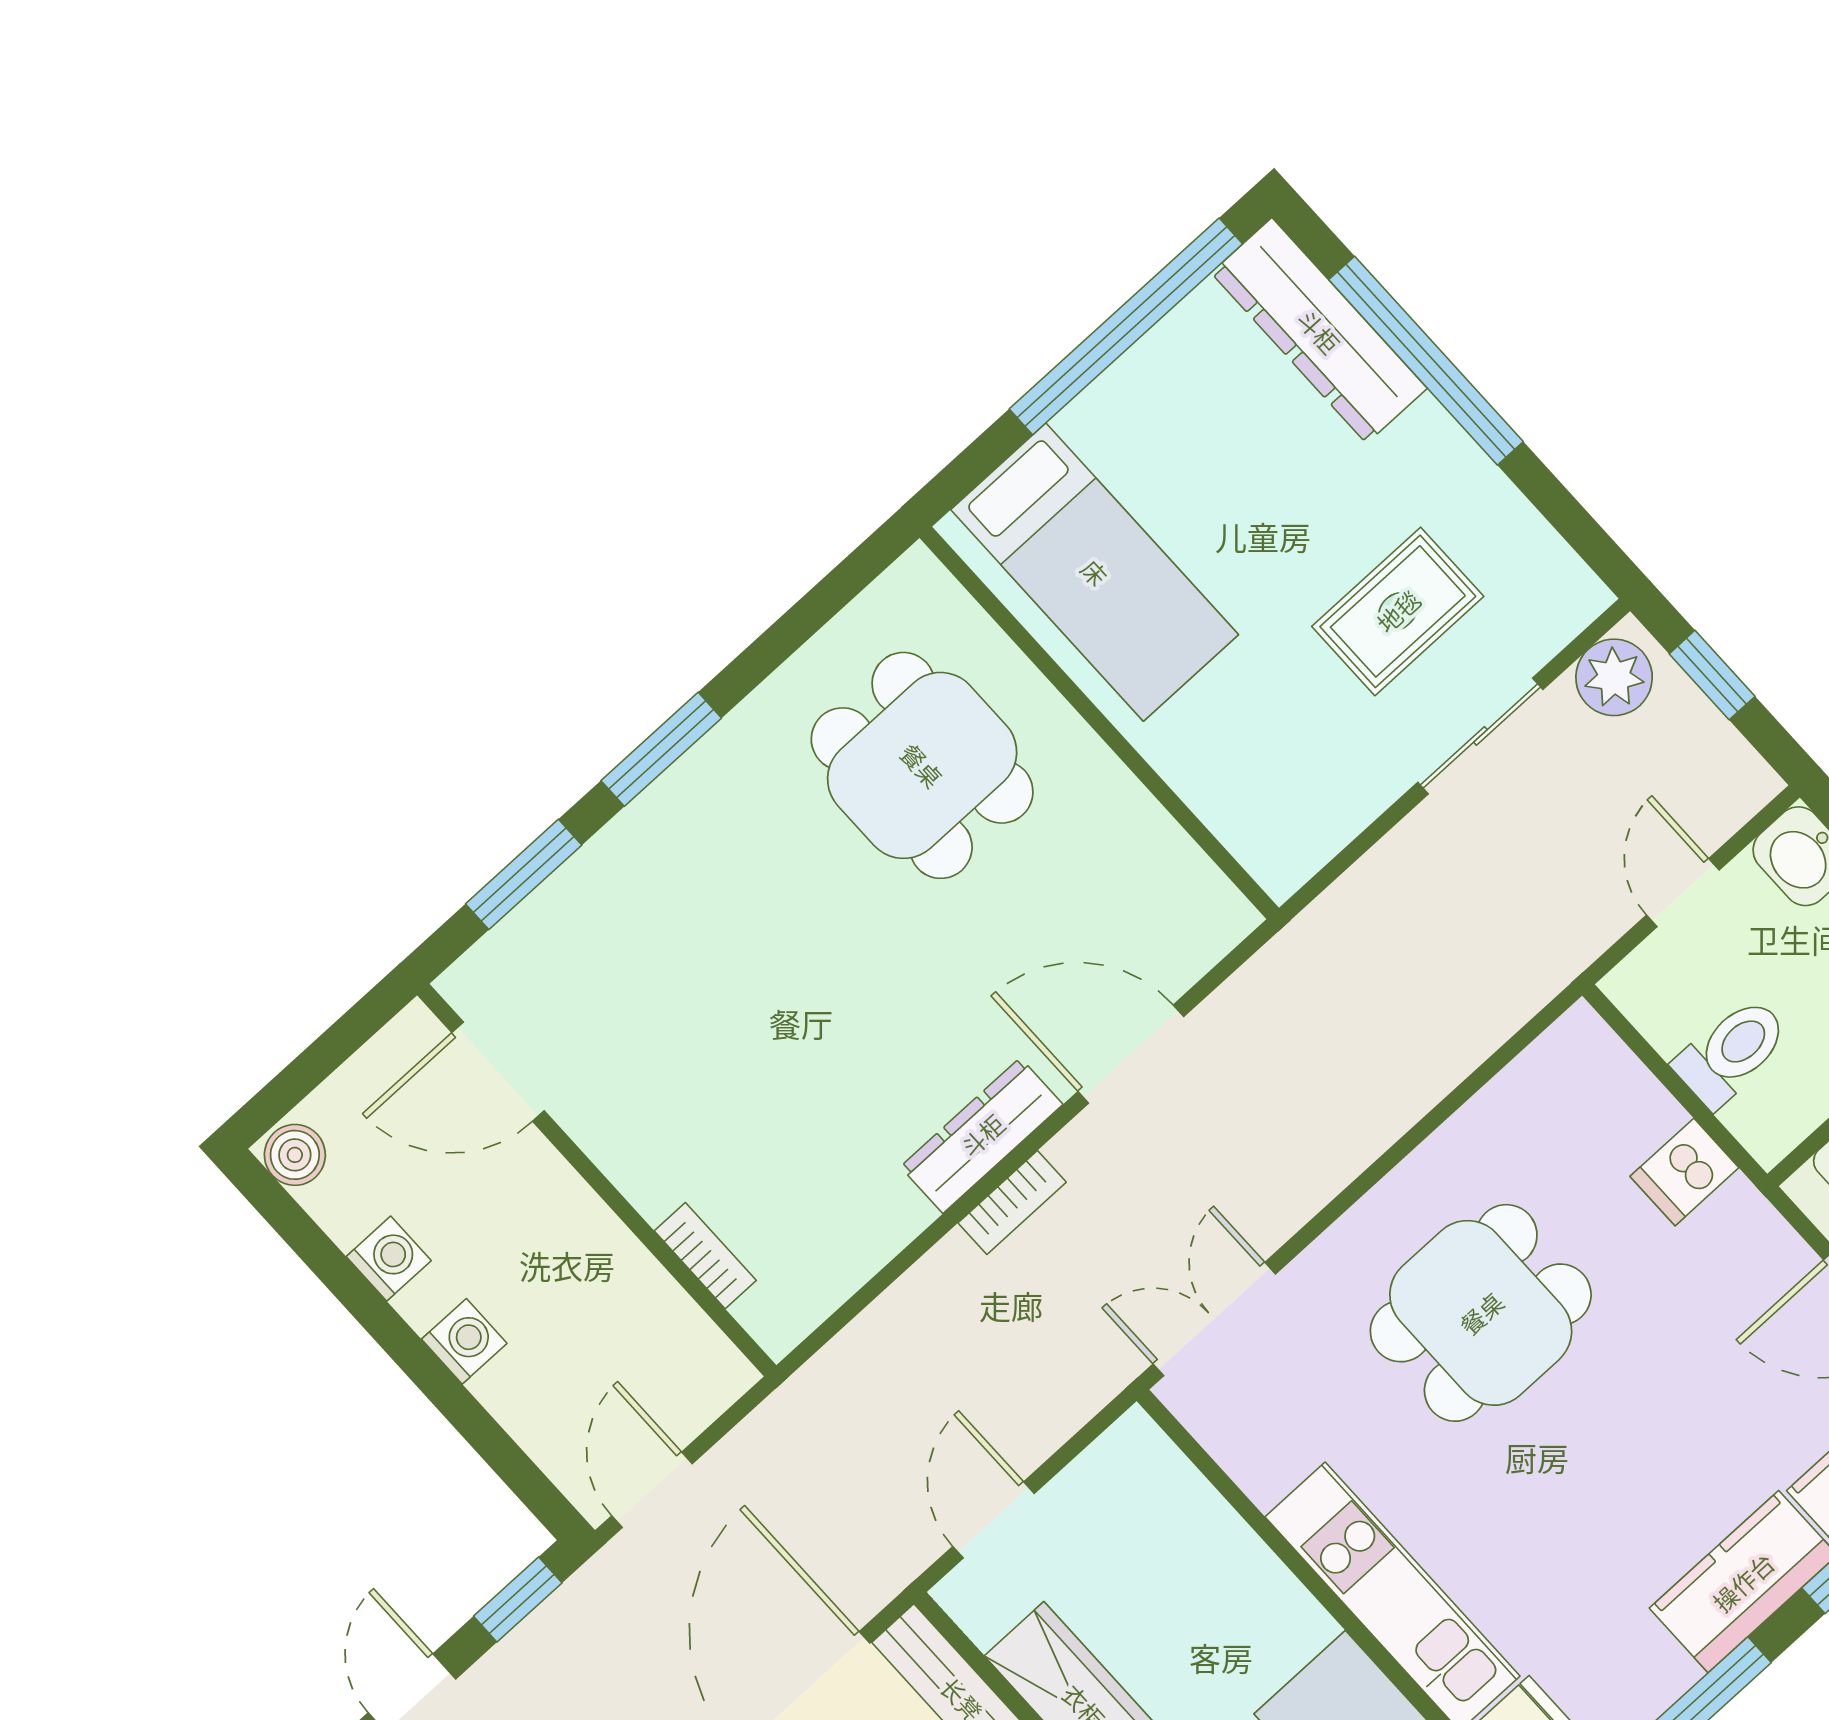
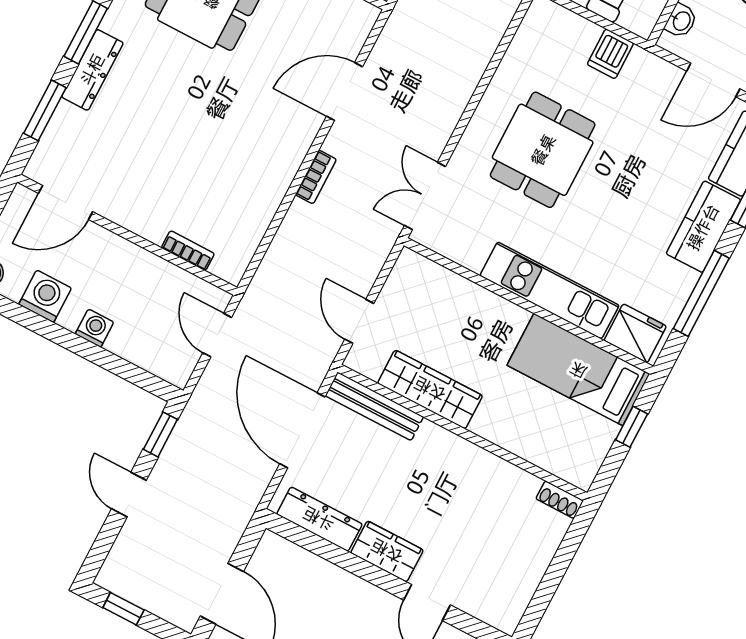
dresser: (982, 1135) -> (92, 70), moved, turned 180
washing machine: (389, 1259) -> (45, 296), width x1.38, depth x1.38
door: (652, 1490) -> (217, 335), moved

